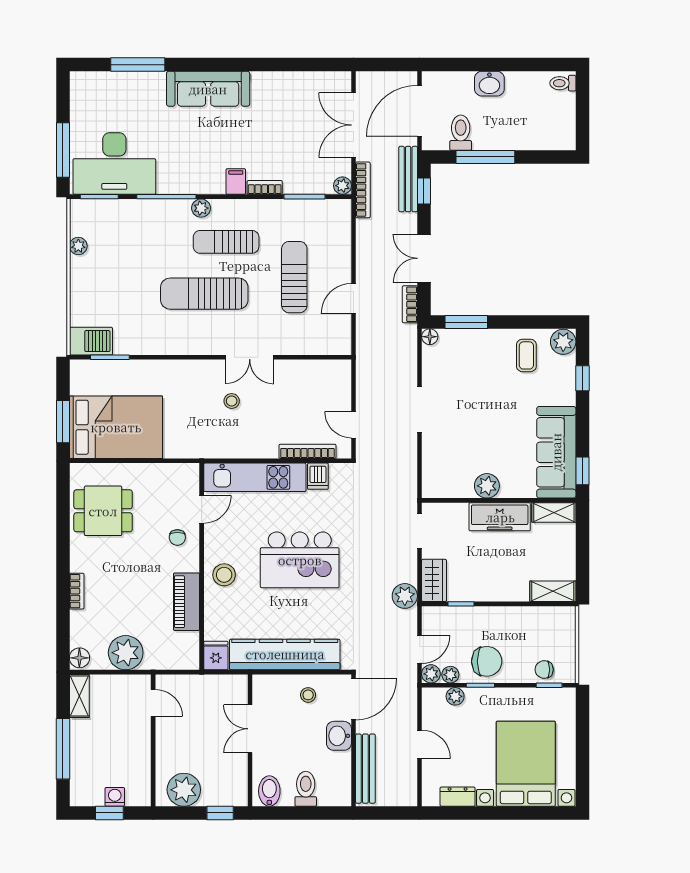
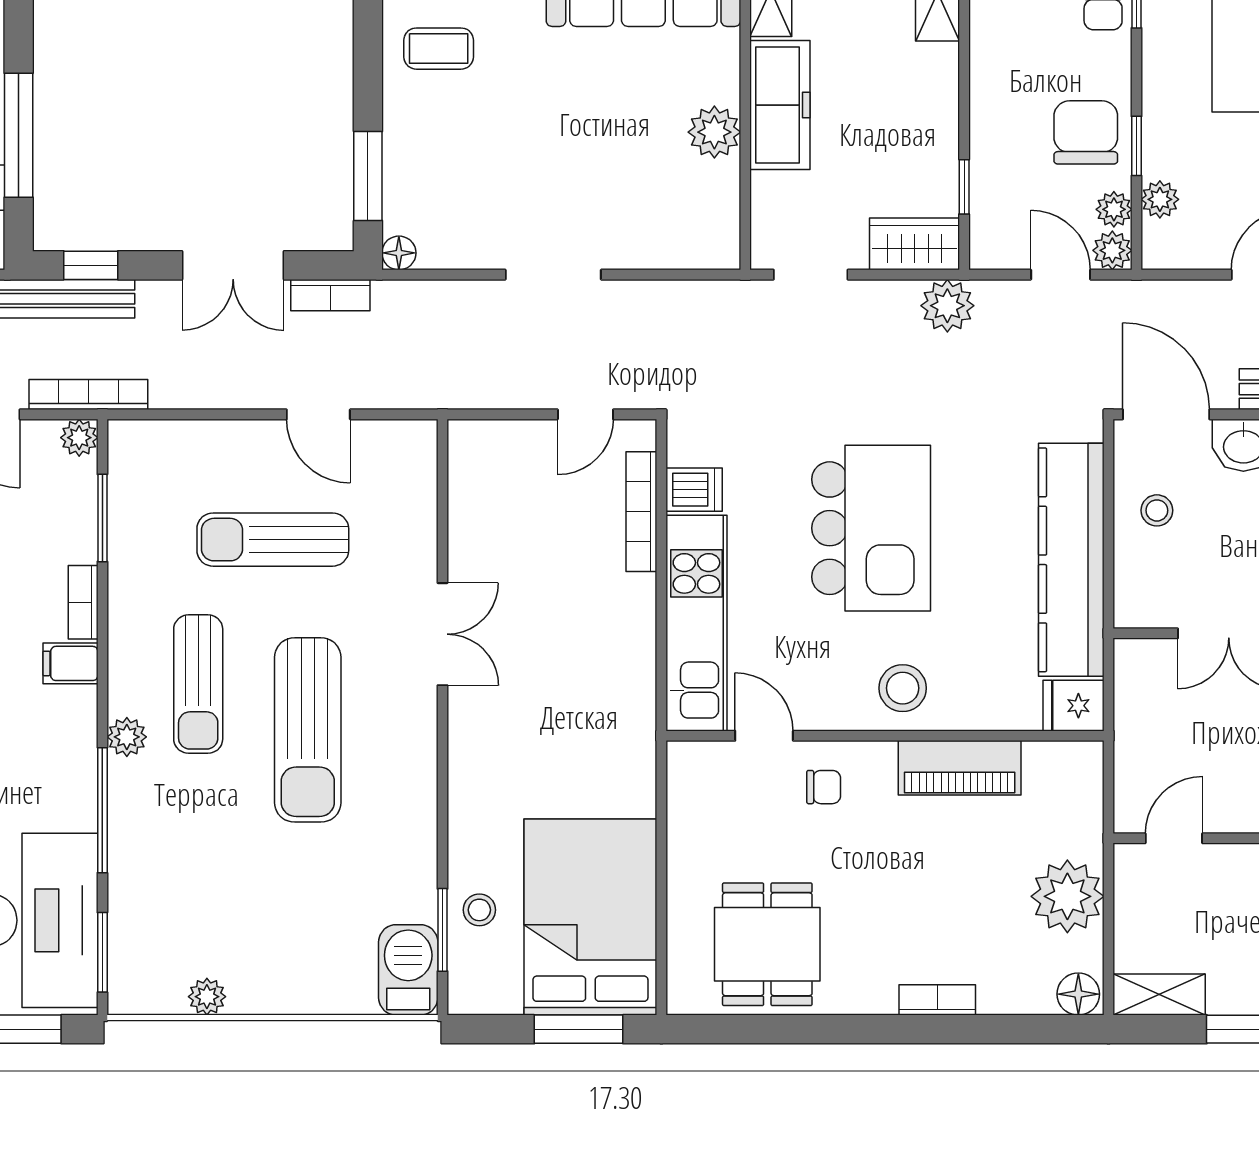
stool: (232, 401) -> (479, 910), moved

